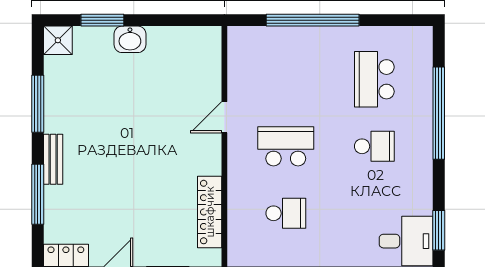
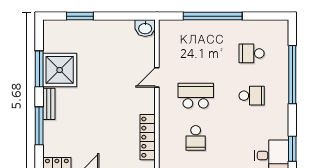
washbasin: (130, 39) -> (145, 28), moved
shower: (58, 40) -> (60, 70), moved, width x1.86, depth x1.86
school desk: (374, 79) -> (252, 53), width x0.54
school desk: (286, 213) -> (196, 138), turned 90

